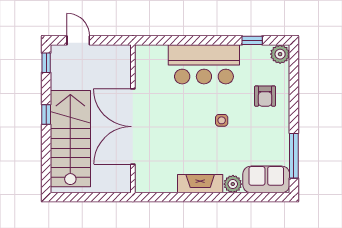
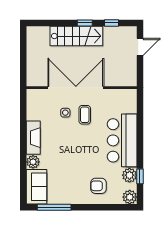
plant: (251, 54) -> (129, 175), added
window: (46, 63) -> (112, 23), moved
coffee table: (169, 115) -> (85, 115), added
side table: (222, 120) -> (65, 113), moved
stairs: (70, 139) -> (76, 36), width x0.73, depth x0.66

